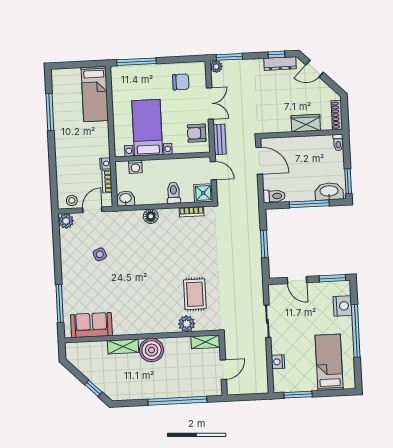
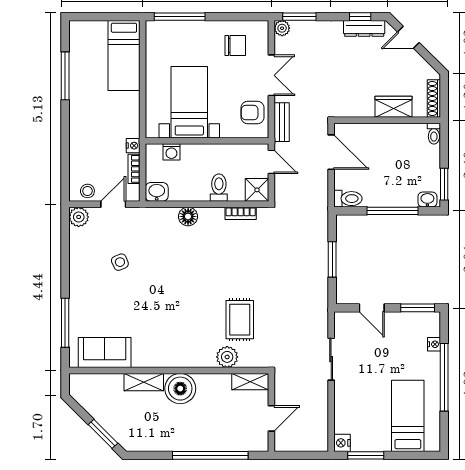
washbasin: (329, 191) -> (427, 200), width x0.52, depth x0.69
nightstand: (343, 306) -> (434, 344), width x0.53, depth x0.56
nightstand: (278, 362) -> (342, 443), moved
window: (93, 388) -> (103, 434), width x1.50

